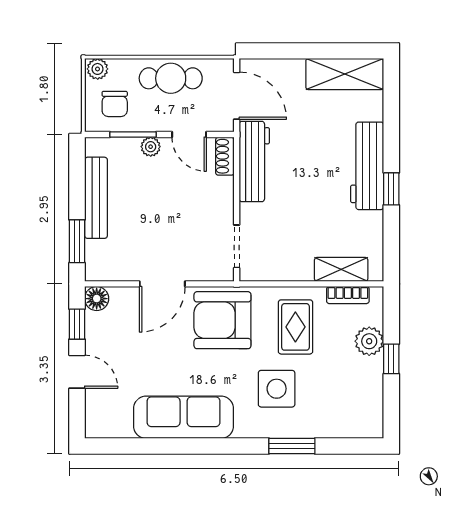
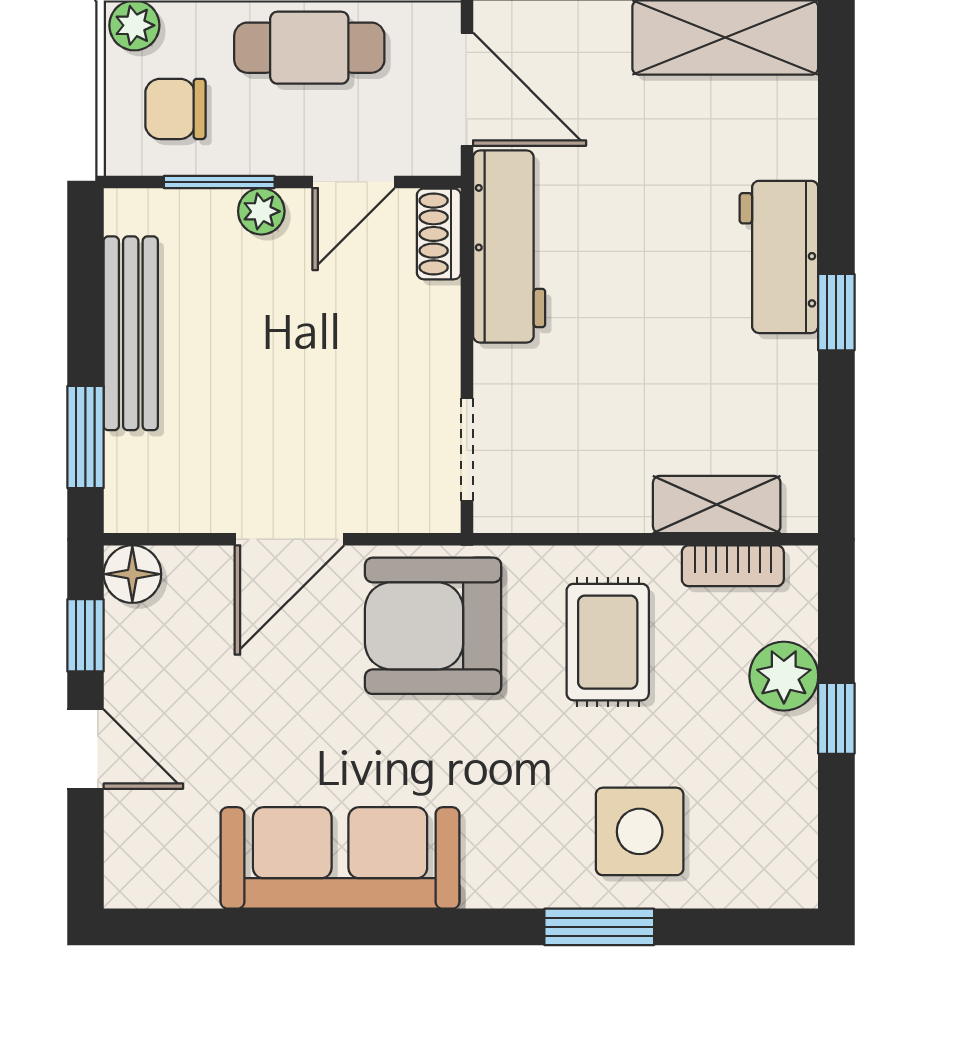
chair: (115, 104) -> (175, 109), turned 90
door: (189, 134) -> (353, 182), hinge flipped
workbench: (367, 166) -> (779, 257), width x0.73
side table: (277, 389) -> (640, 831), moved

